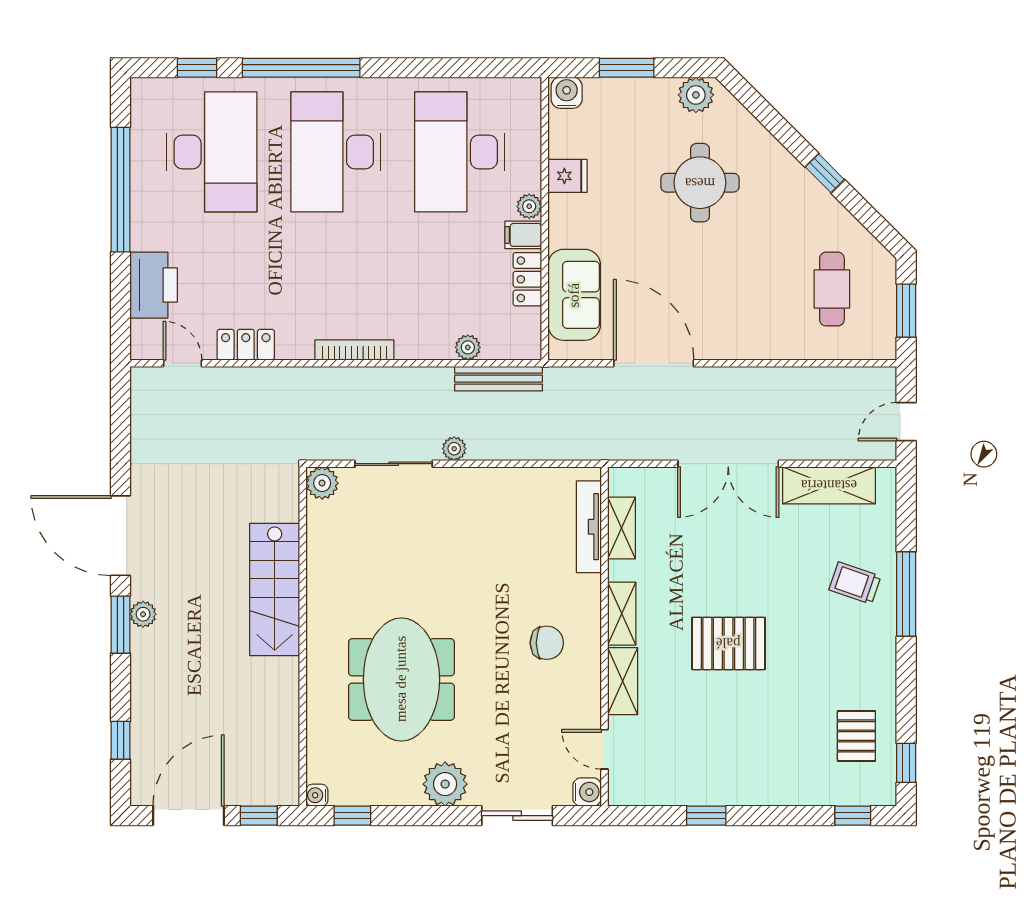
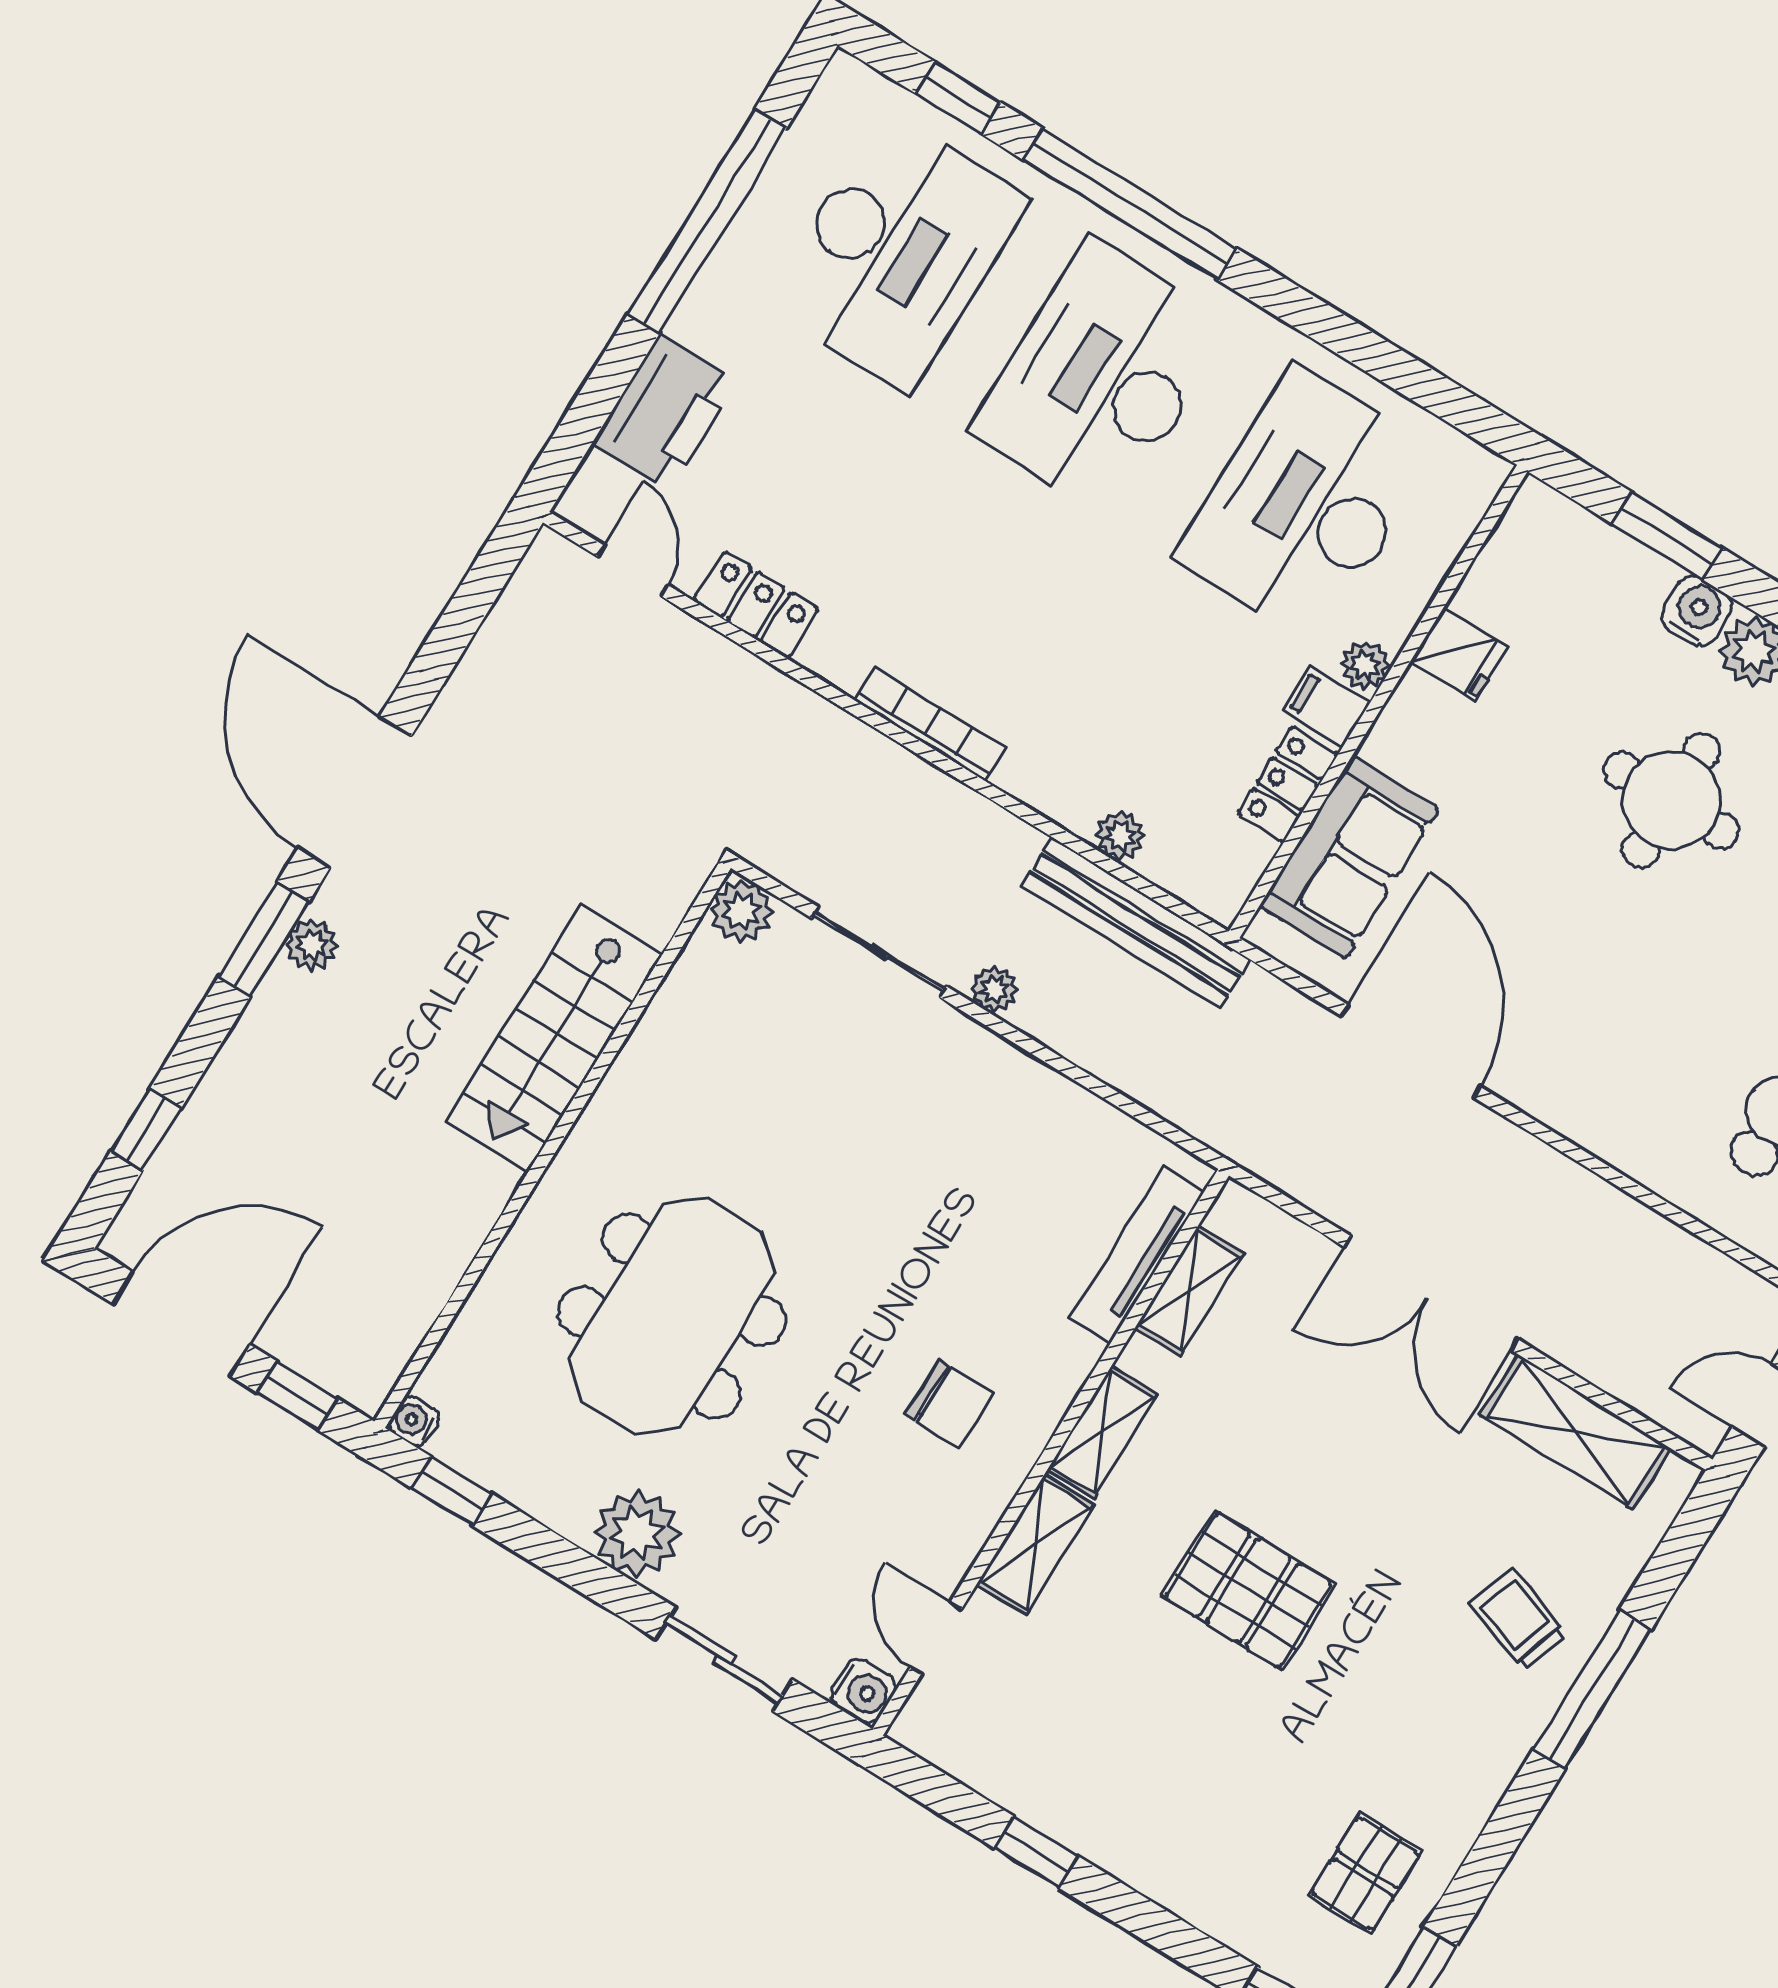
water cooler: (567, 93) -> (1697, 611), moved
bench: (499, 379) -> (1136, 923), width x1.37, depth x1.21

